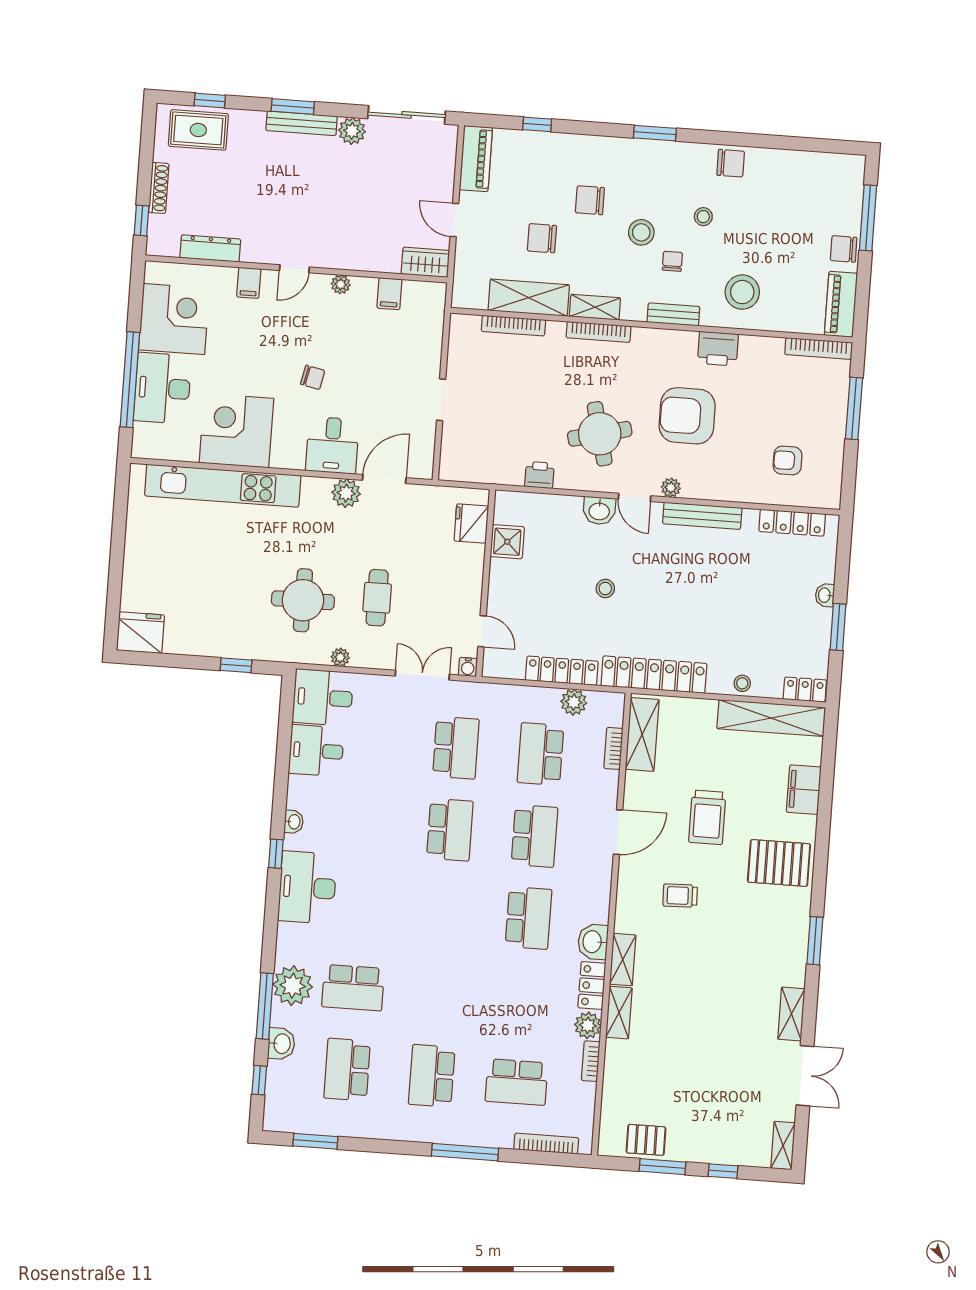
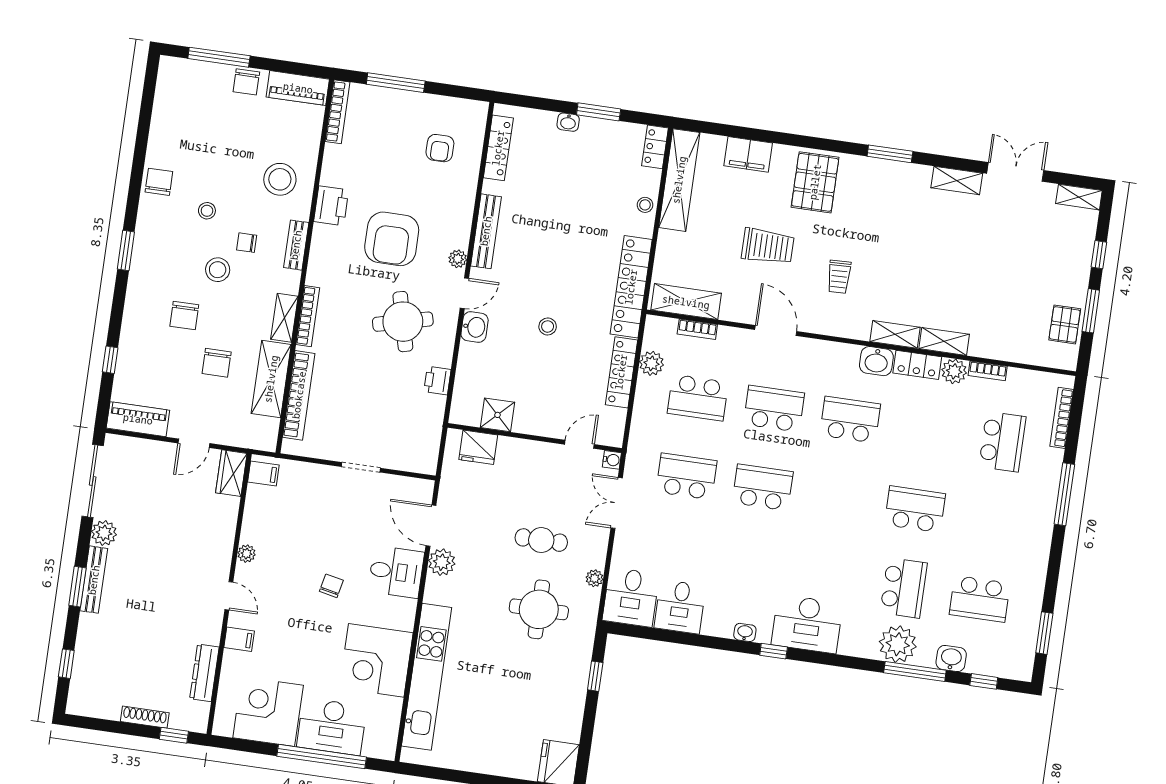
rug: (198, 130) -> (93, 676), removed
filing cabinet: (389, 294) -> (263, 473), moved
bookcase: (513, 326) -> (299, 395), width x1.48, depth x1.31
school desk: (432, 1076) -> (915, 509), moved, turned 180

